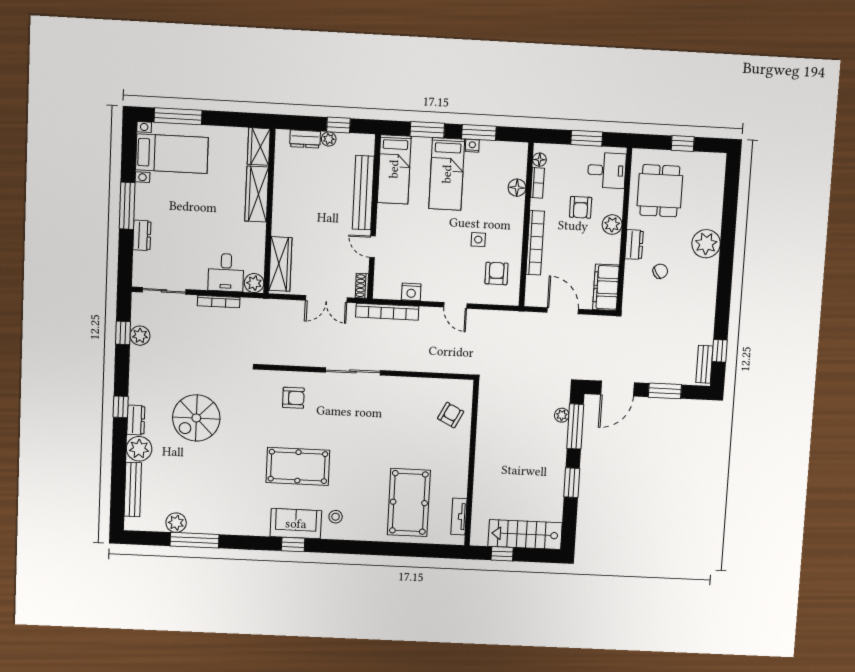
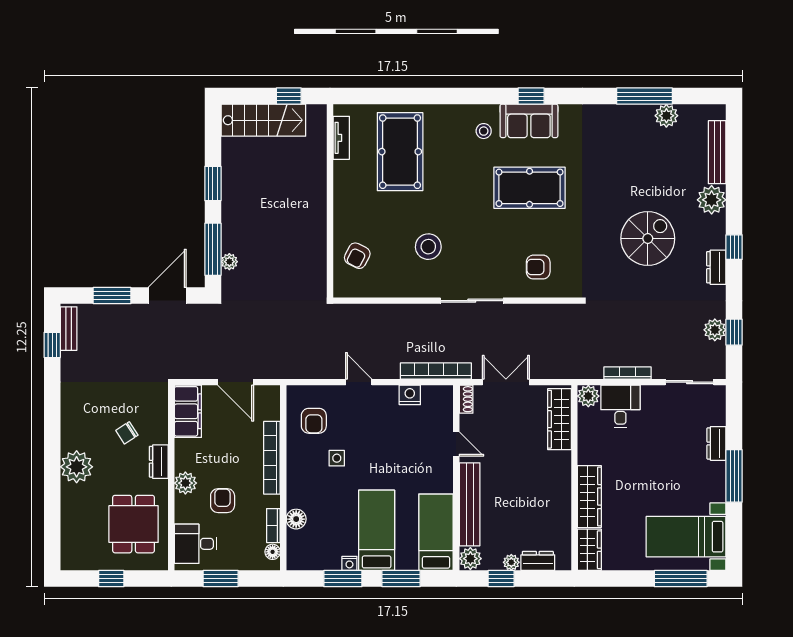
plant: (365, 144) -> (470, 559), added
dresser: (136, 420) -> (716, 267), moved
stool: (388, 420) -> (428, 247), added

